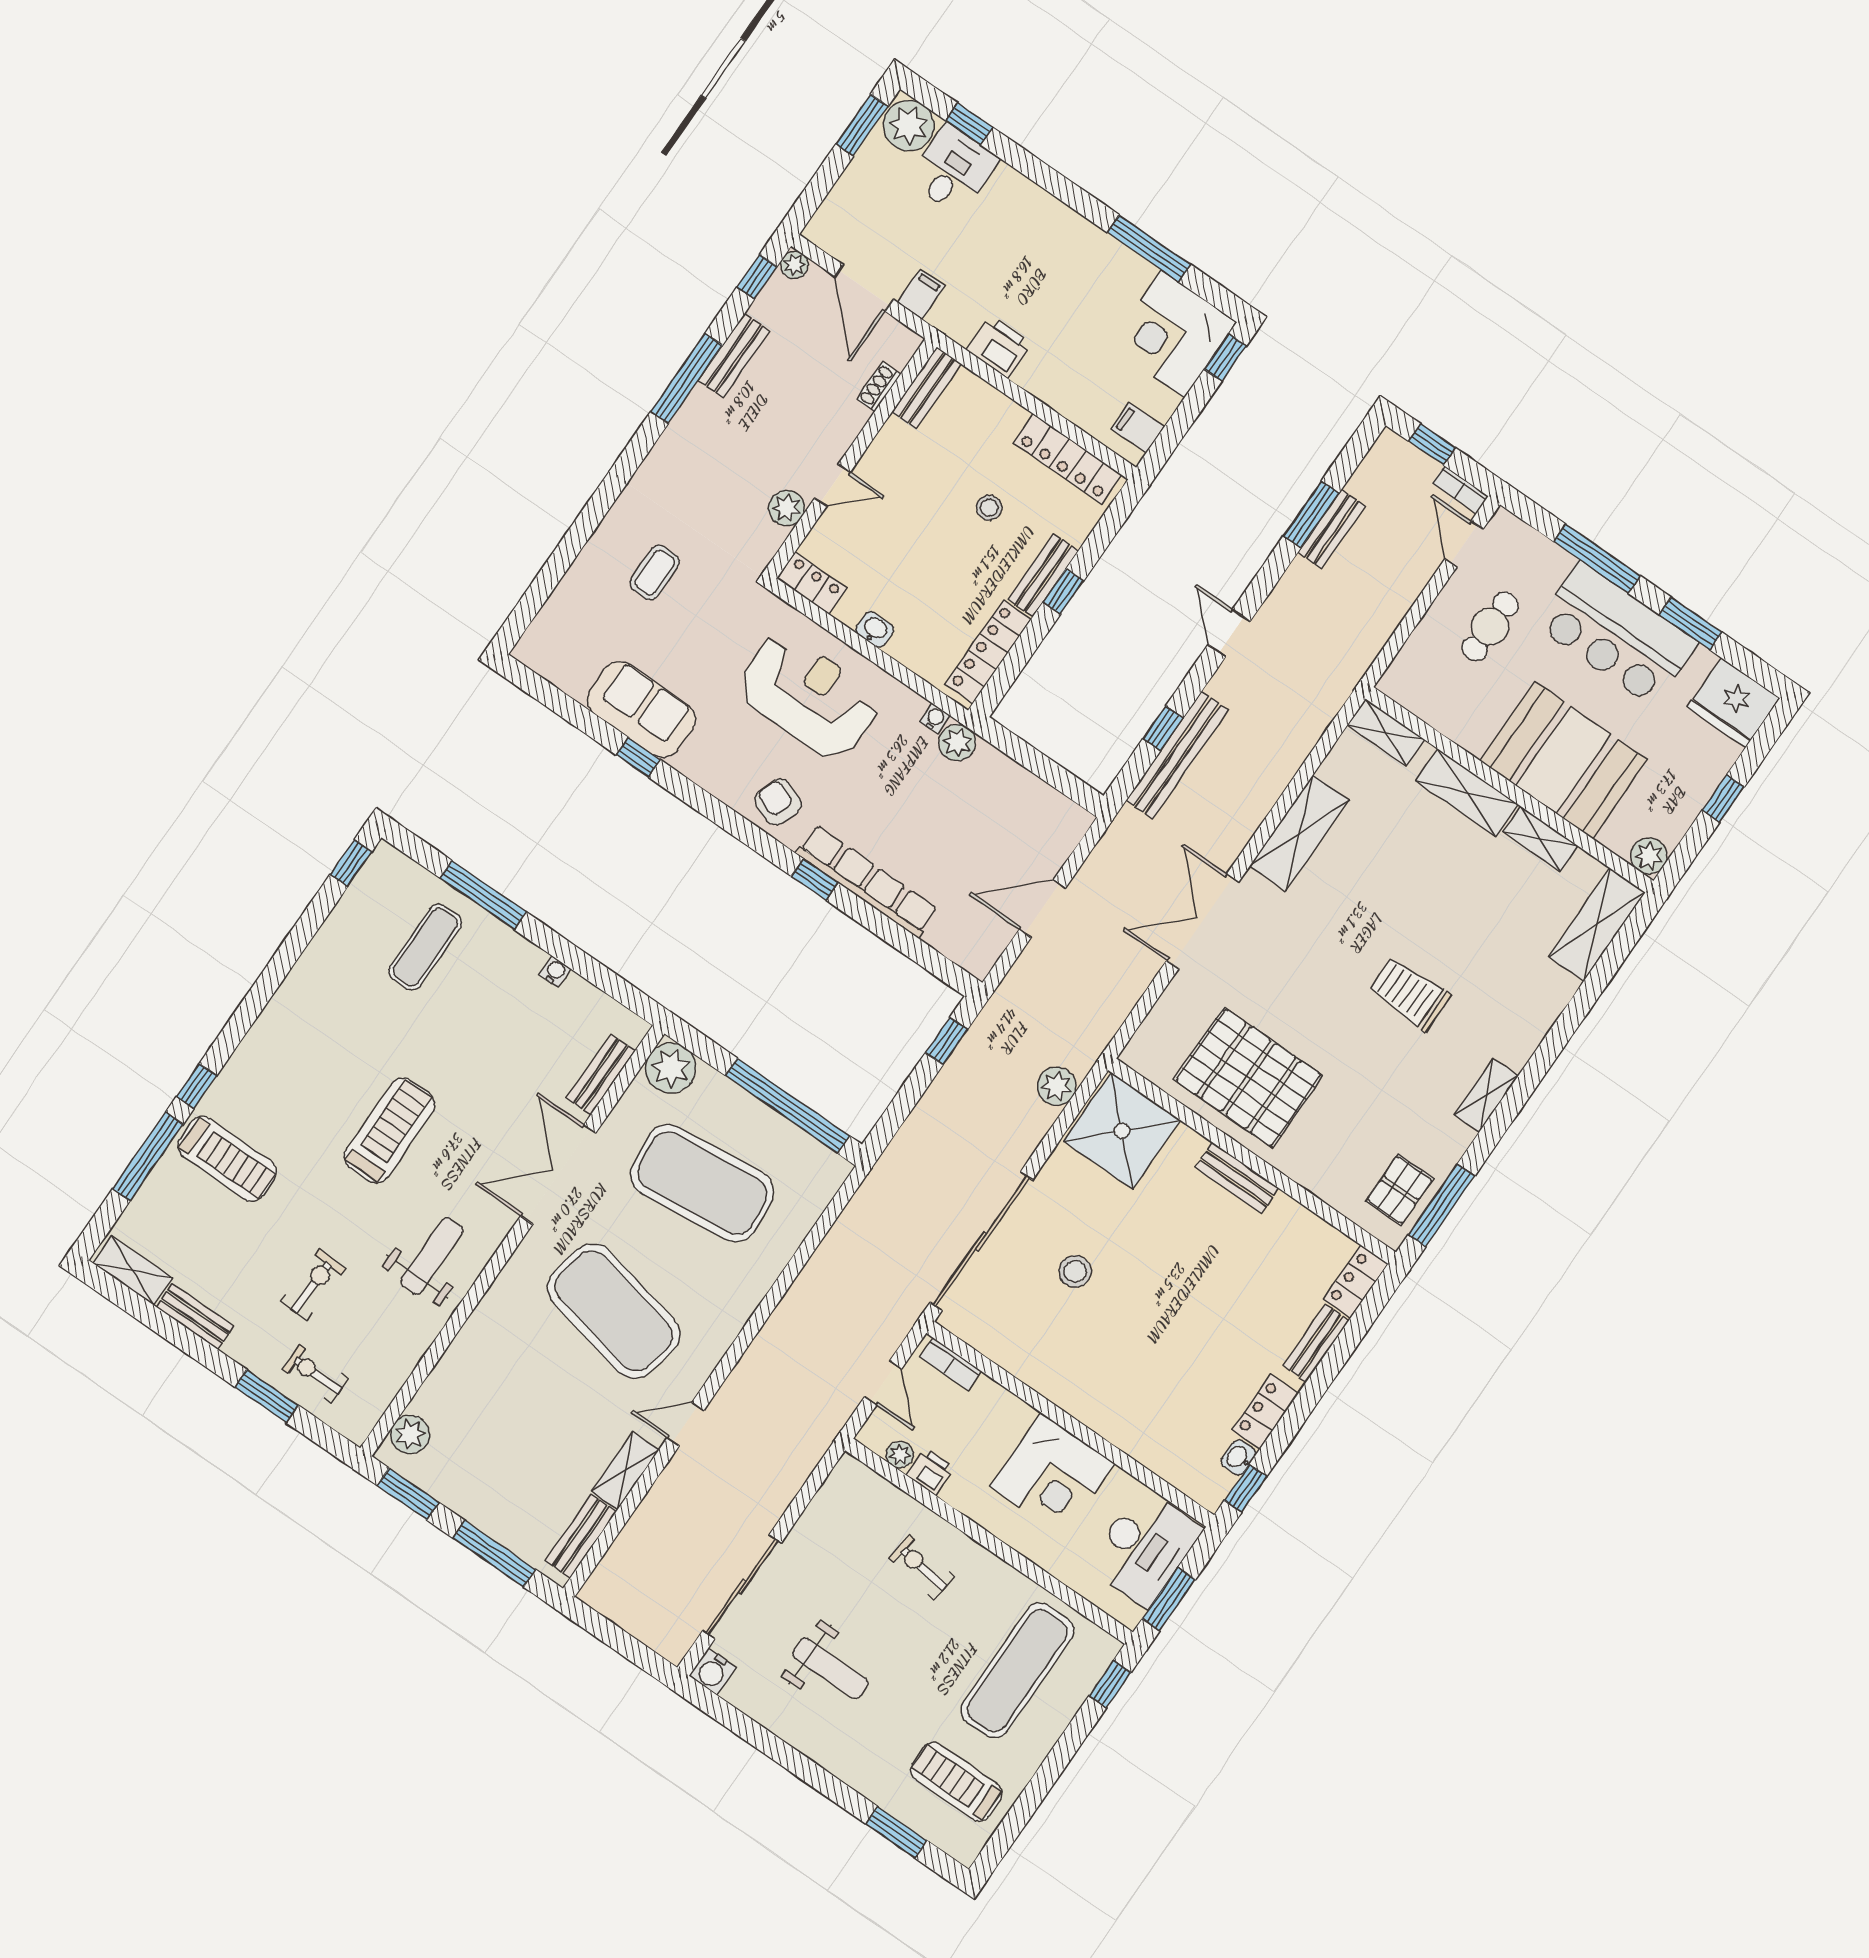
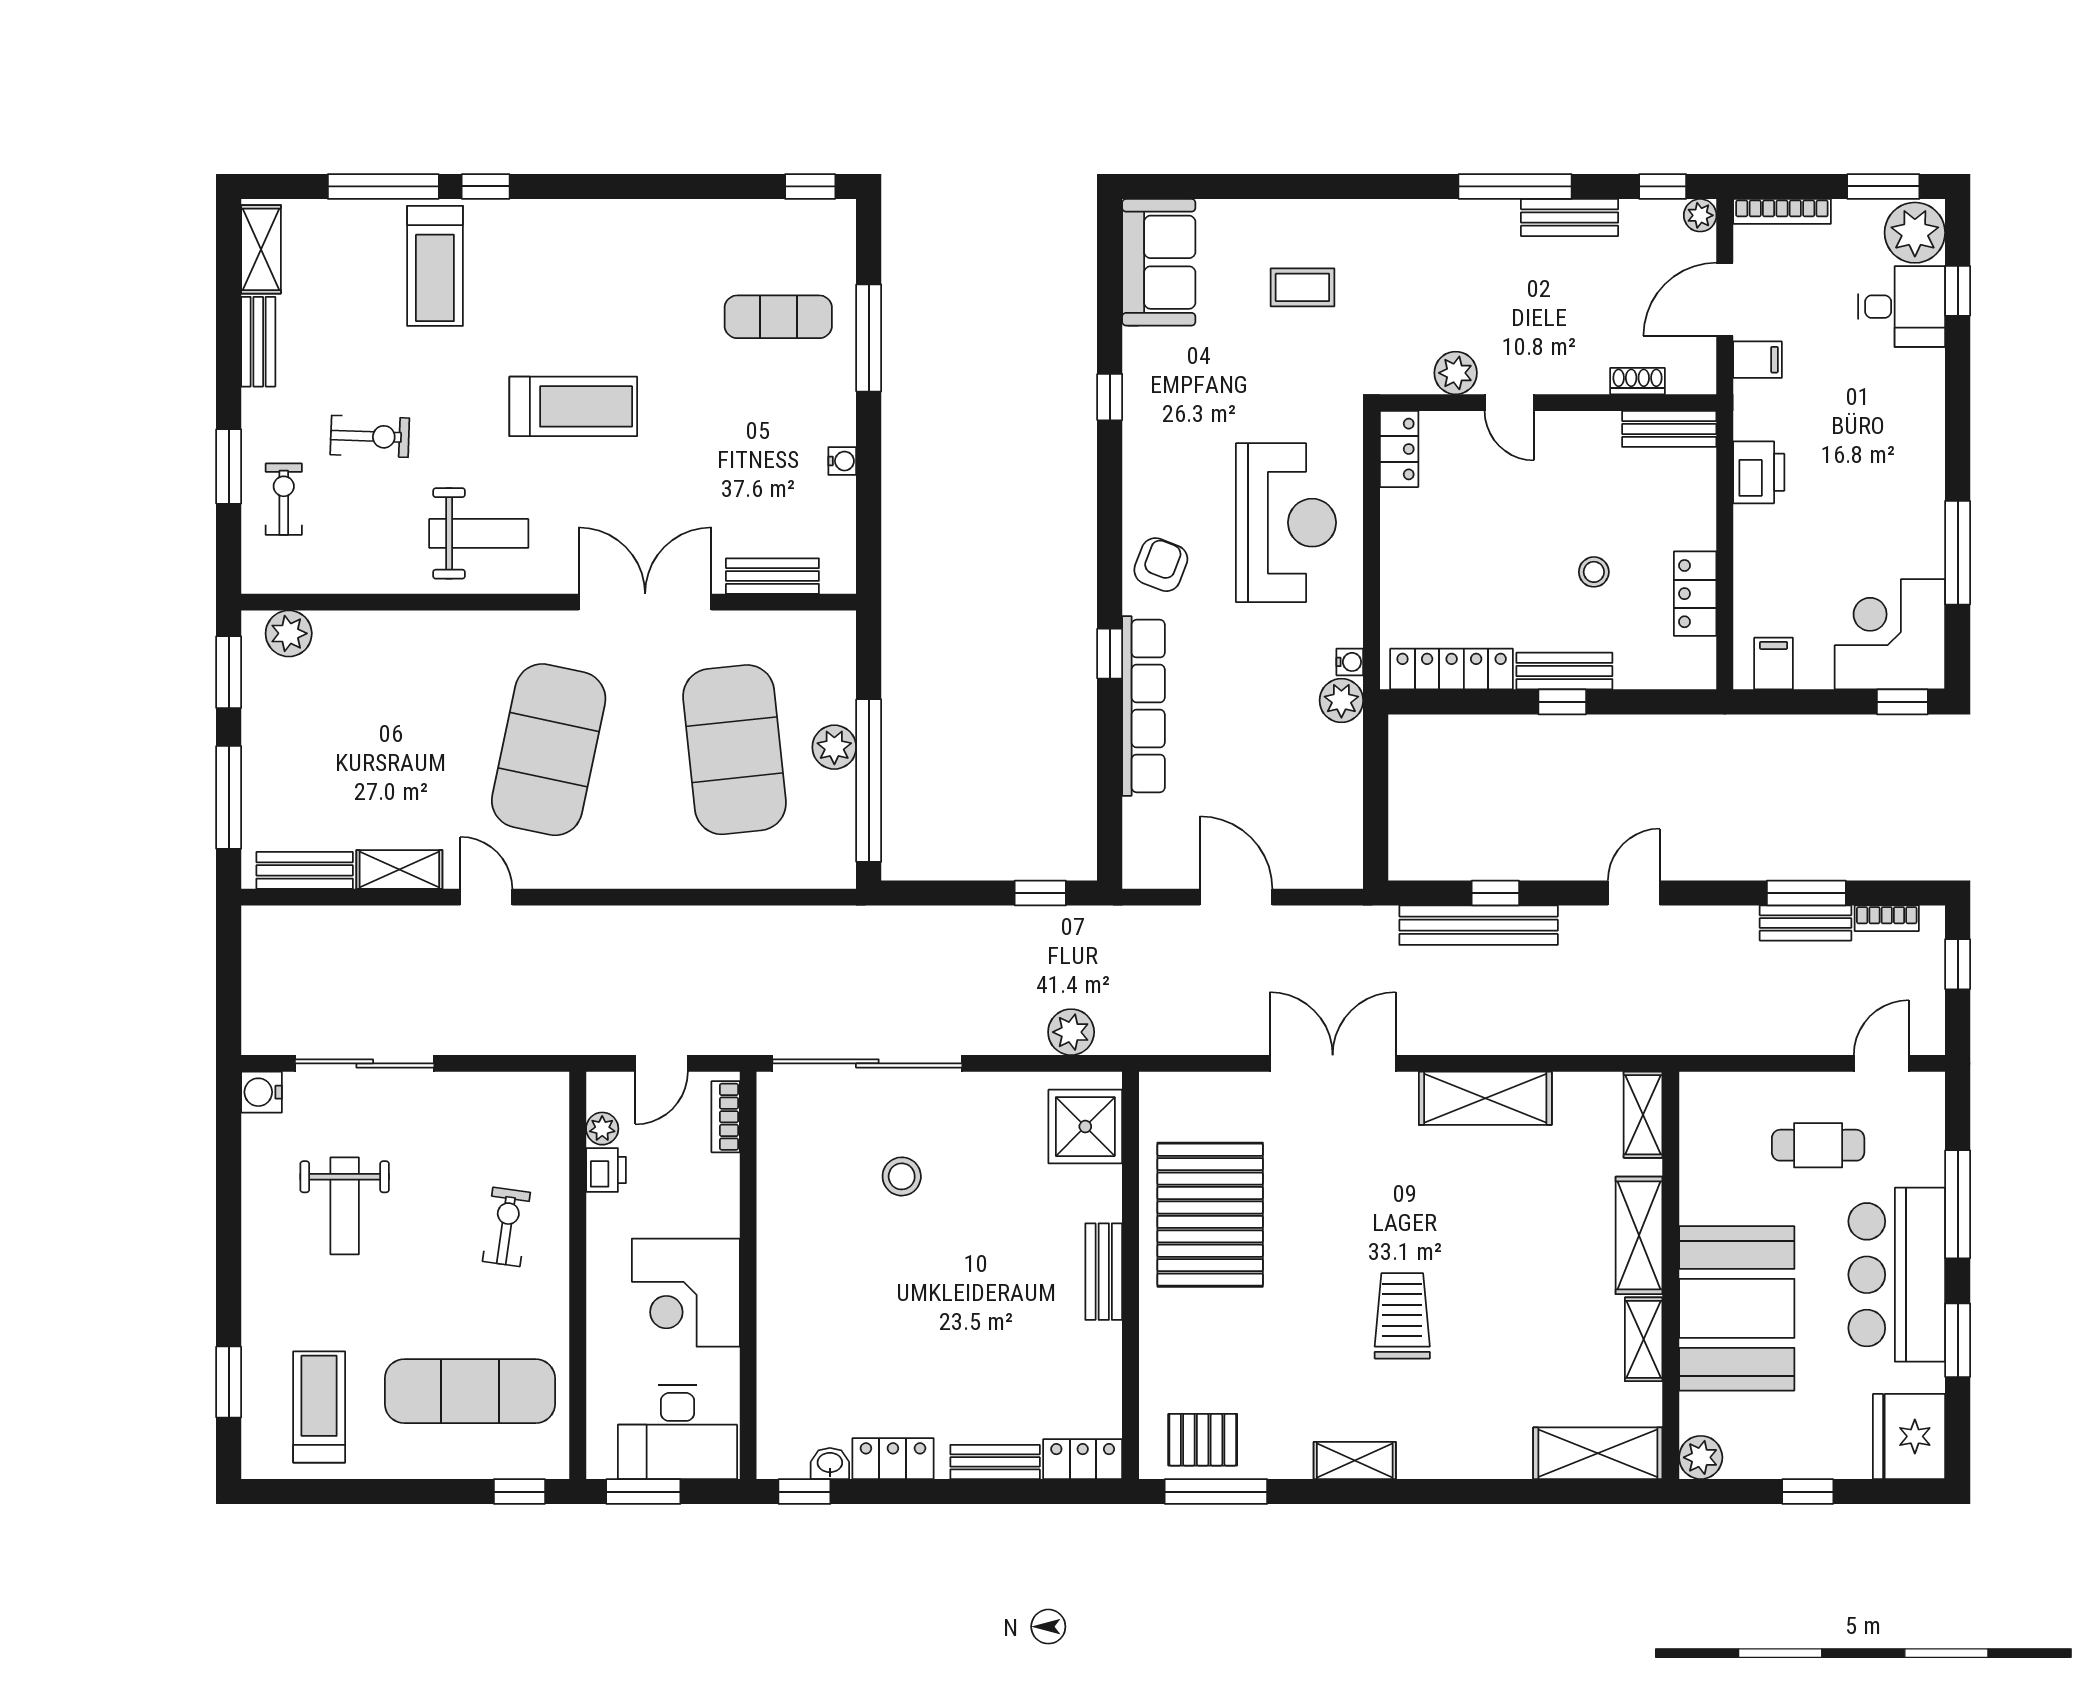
bookcase: (831, 207) -> (1782, 211), added
locker: (1068, 459) -> (1695, 594), width x0.66
bookcase: (1460, 490) -> (1887, 918), moved, turned -90
washbasin: (875, 630) -> (1396, 542), removed
sofa: (641, 709) -> (1159, 262), moved
plant: (671, 1068) -> (834, 747), moved, width x0.73, depth x0.73
shower: (1122, 1131) -> (1085, 1127), width x0.73, depth x0.73

